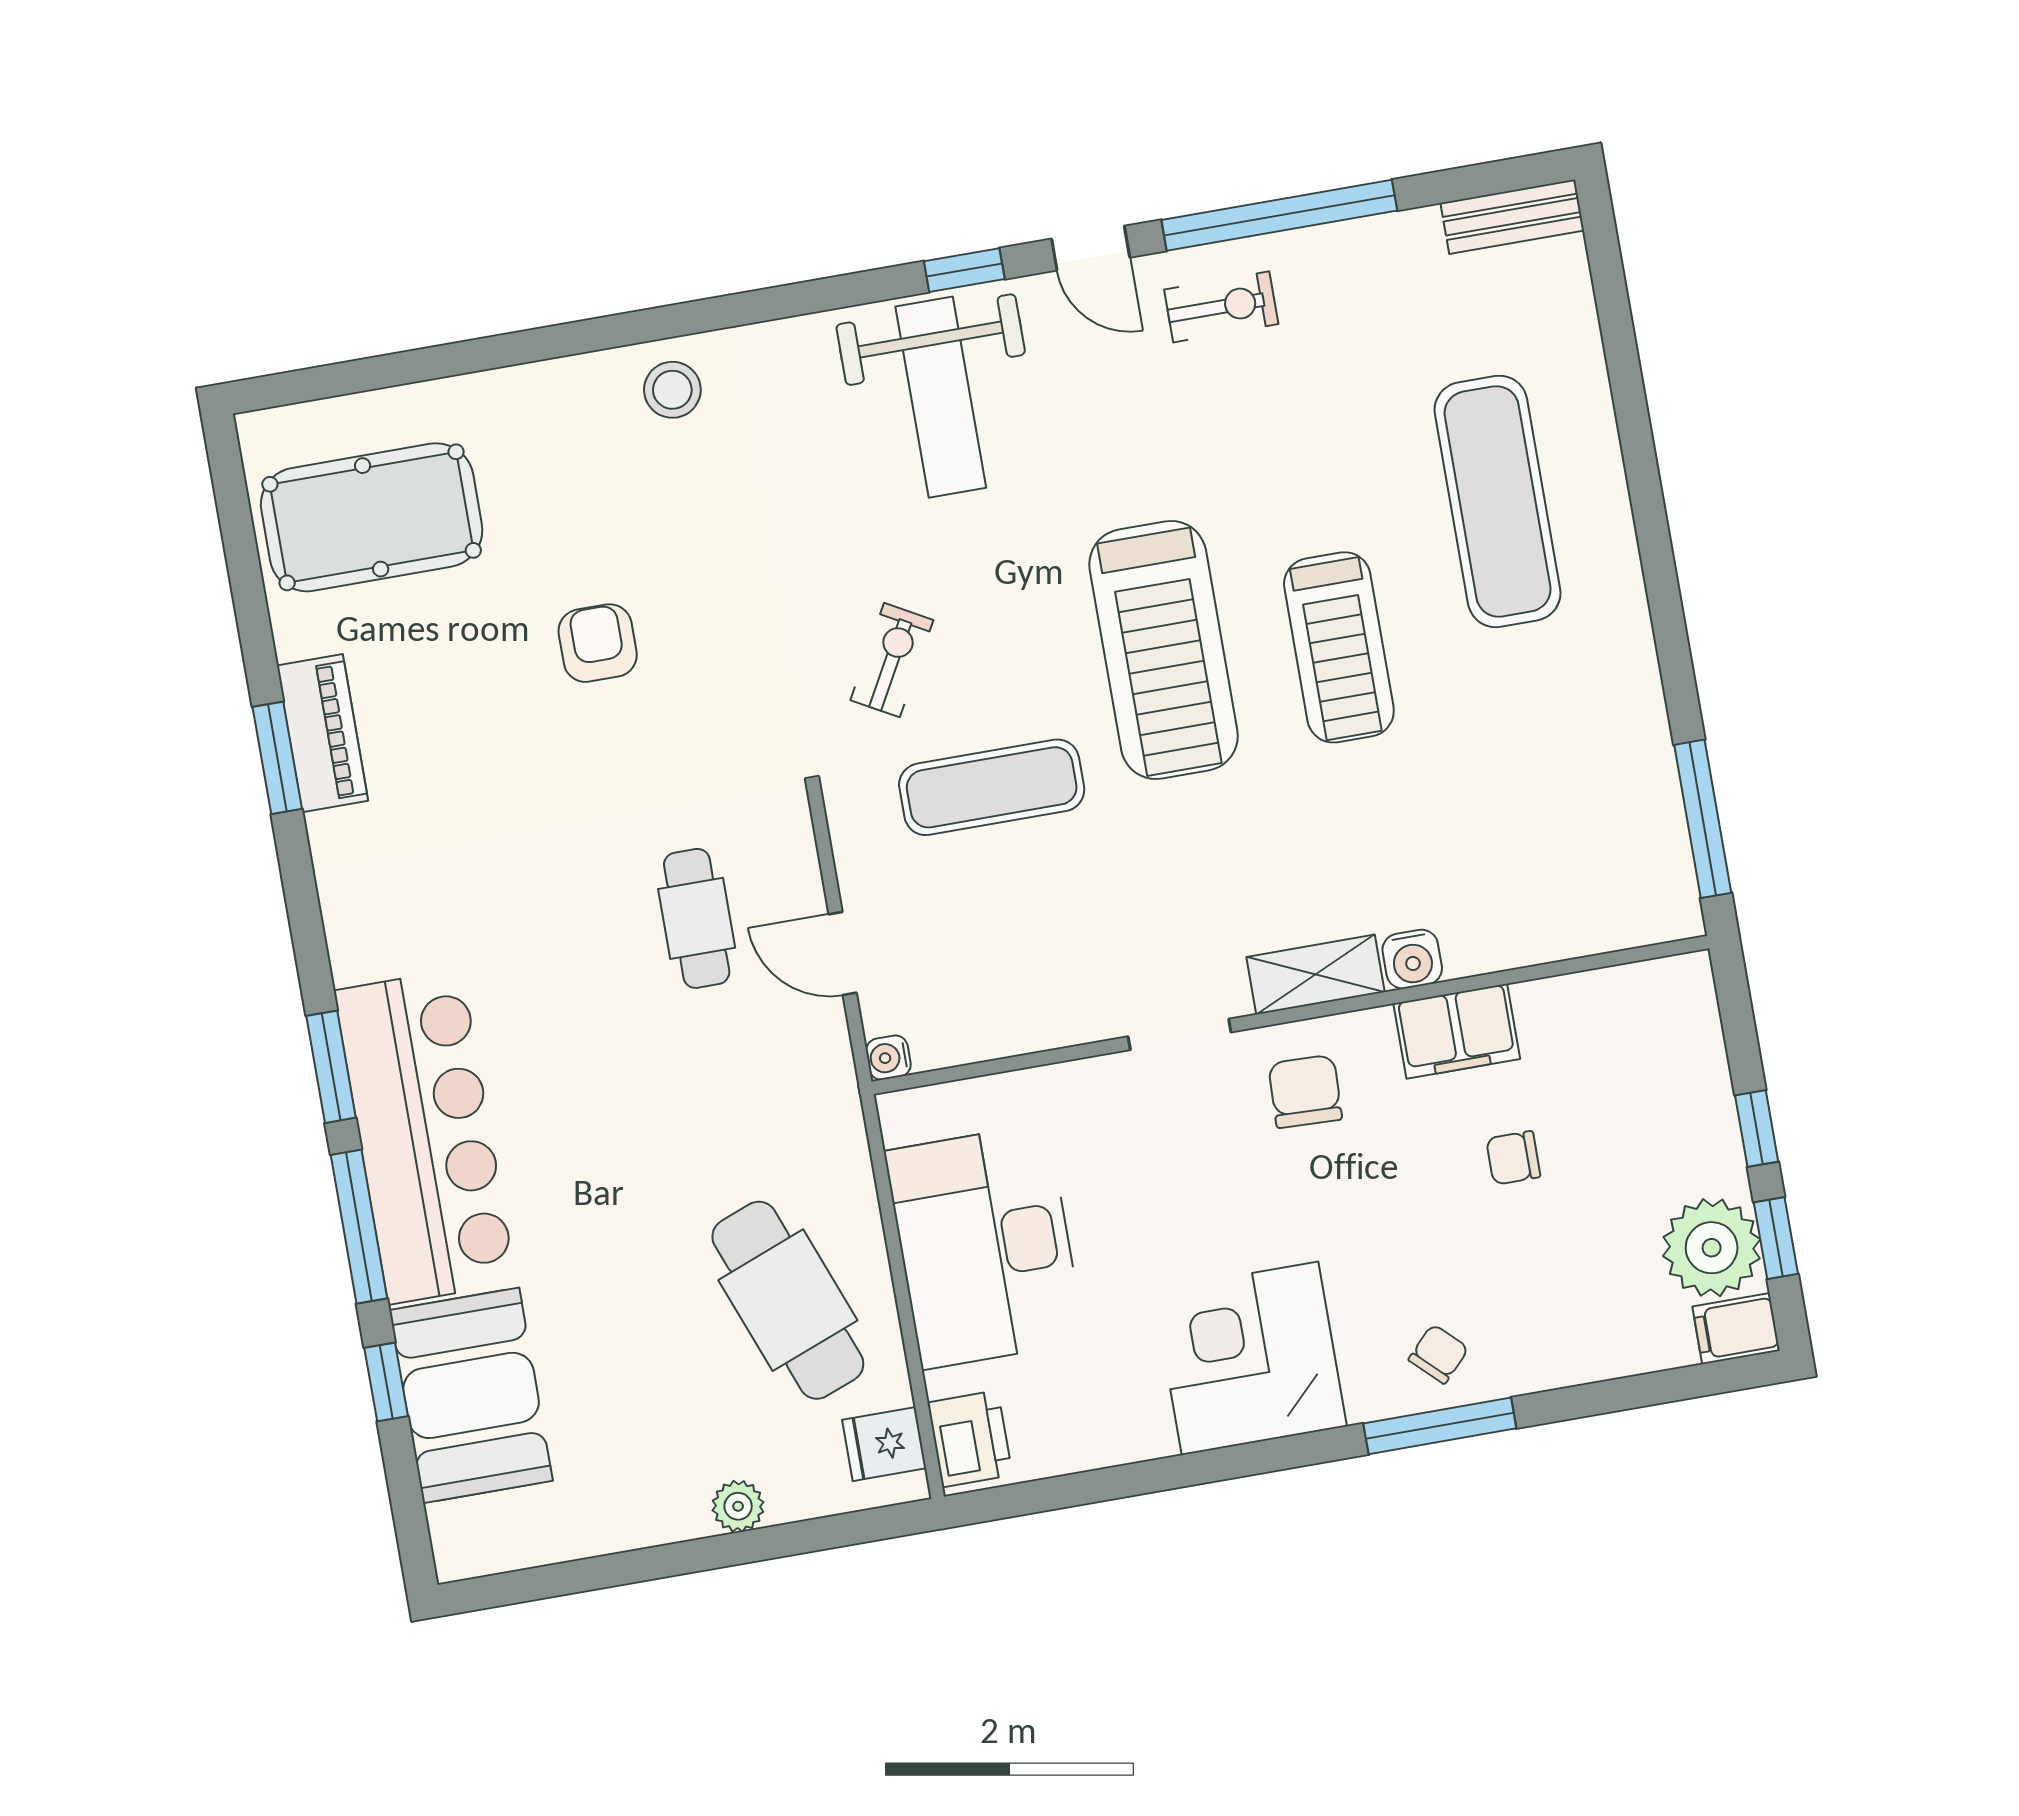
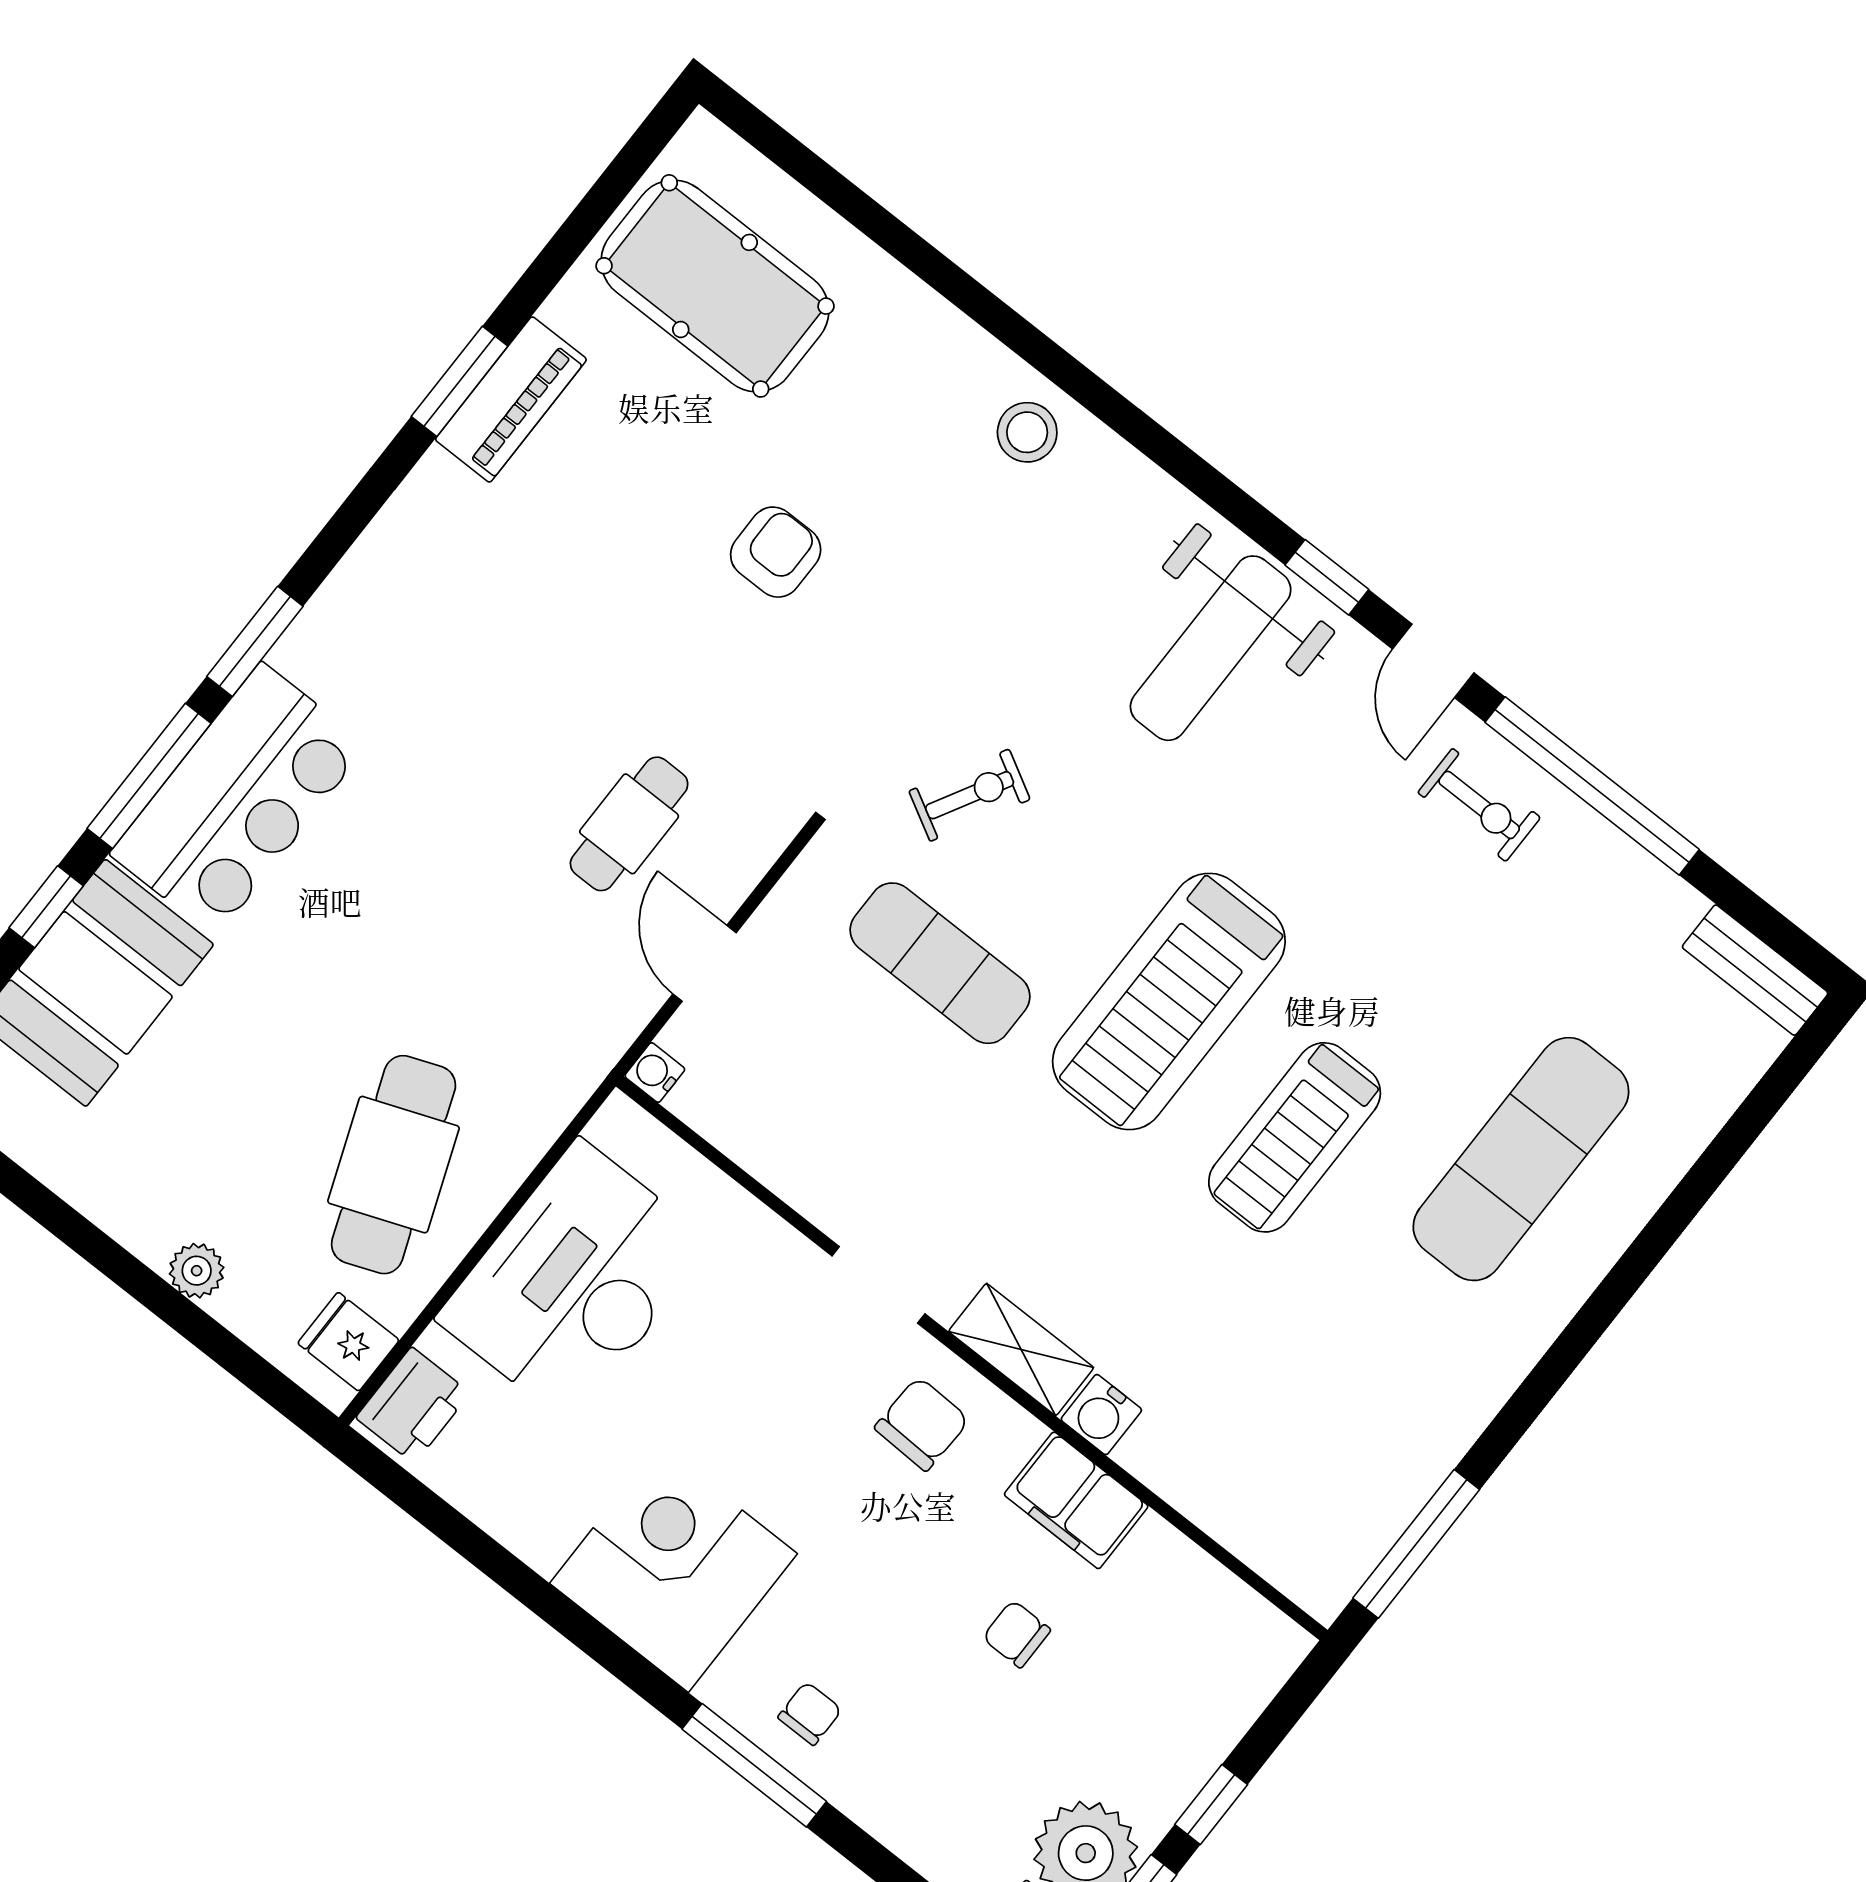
bar counter: (425, 1136) -> (239, 800), width x0.73
chair: (1439, 1354) -> (810, 1714), turned -44

